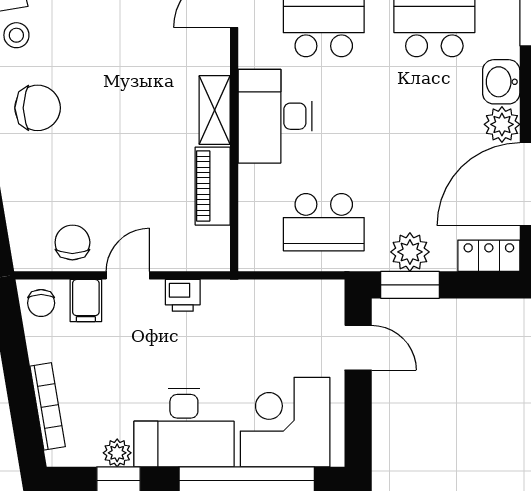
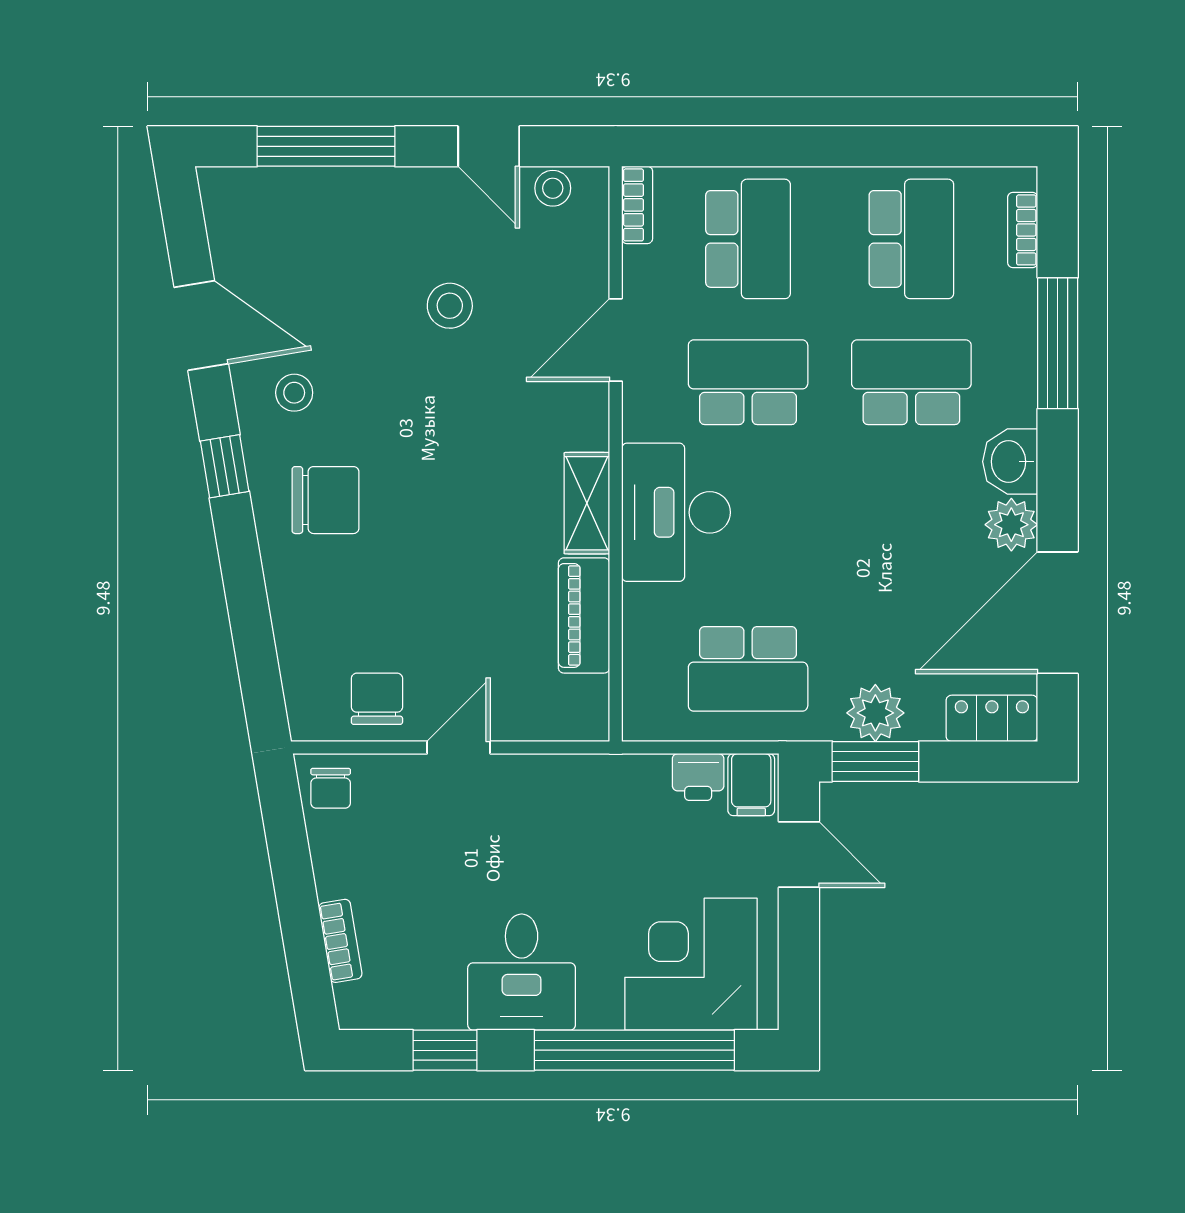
printer: (183, 295) -> (698, 777), moved
filing cabinet: (86, 301) -> (751, 785), moved
bookcase: (48, 406) -> (340, 941), width x0.64
desk: (184, 427) -> (522, 972), width x0.73
plant: (117, 453) -> (443, 1009), removed

